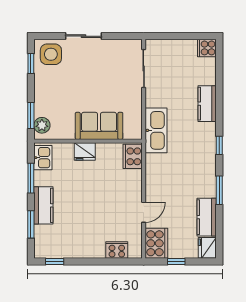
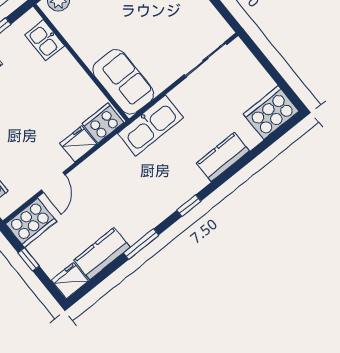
cooker: (207, 48) -> (271, 113), width x1.87, depth x1.31
sofa: (99, 126) -> (123, 82), moved
fridge: (85, 152) -> (78, 144), moved, turned 90
kitchen sink: (43, 158) -> (45, 40), moved, turned 90
door: (144, 212) -> (53, 183), hinge flipped

